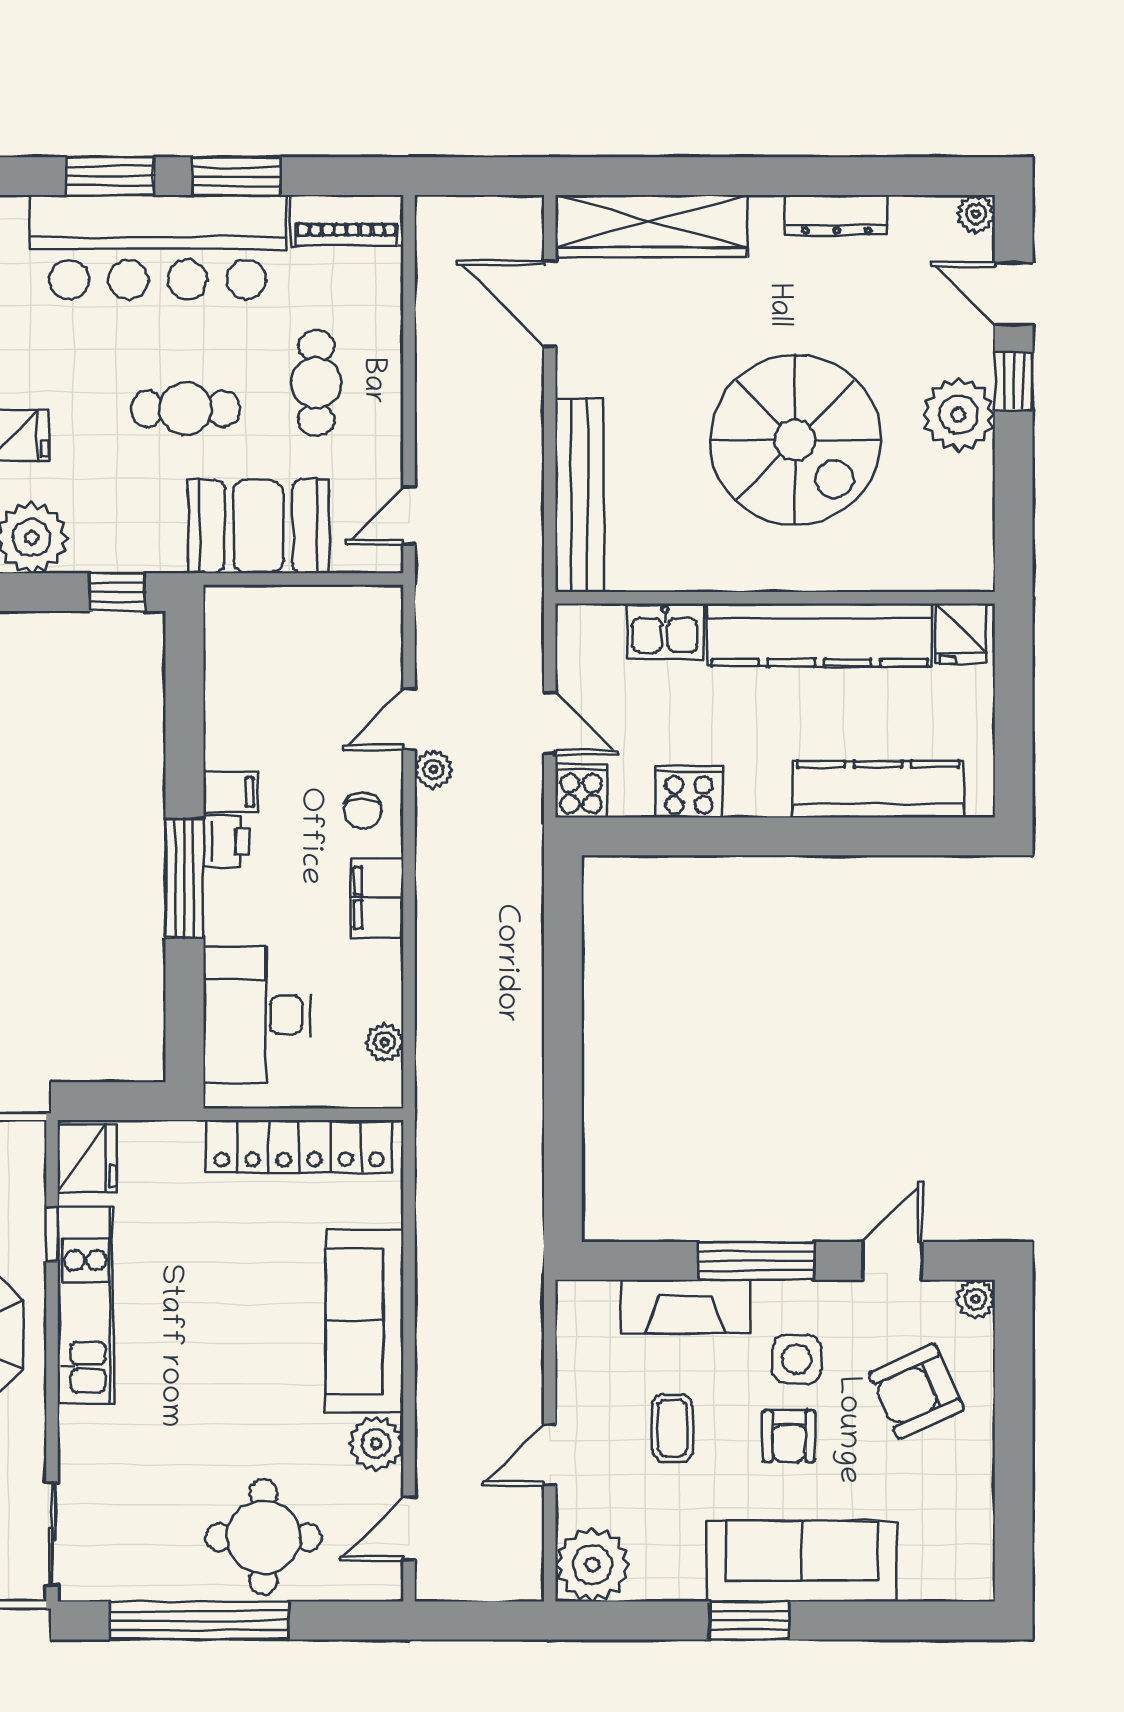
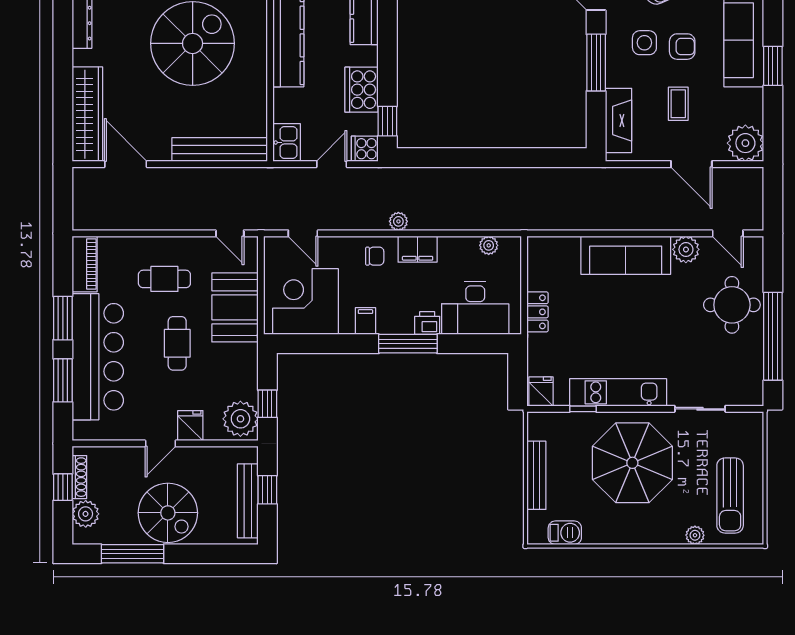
door: (550, 304) -> (126, 164), swing flipped
window: (117, 592) -> (267, 404), moved
kitchen sink: (665, 631) -> (287, 142), moved
corner desk: (270, 670) -> (305, 302), added
door: (409, 719) -> (303, 233), moved
plant: (433, 769) -> (398, 221), moved
cooker: (689, 792) -> (362, 90), width x1.37, depth x1.31
window: (637, 836) -> (387, 121), added
printer: (226, 842) -> (427, 323), moved
locker: (299, 1146) -> (538, 312), width x0.46, depth x0.83
fridge: (87, 1158) -> (541, 392), width x0.72
fireplace: (686, 1306) -> (619, 120), moved
coffee table: (673, 1428) -> (678, 104), turned 90
door: (550, 1455) -> (691, 164), width x1.38
sliding door: (52, 1534) -> (700, 409), moved

